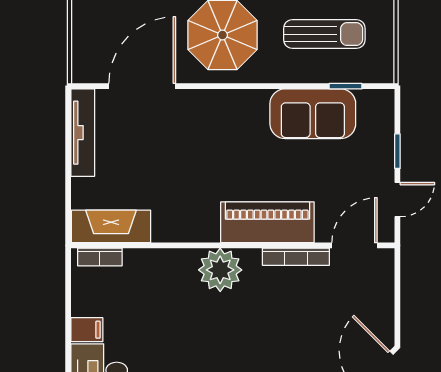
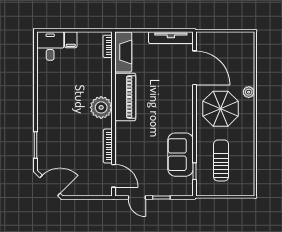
sun lounger: (324, 34) -> (221, 160), turned 180
piano: (267, 222) -> (125, 97), moved

